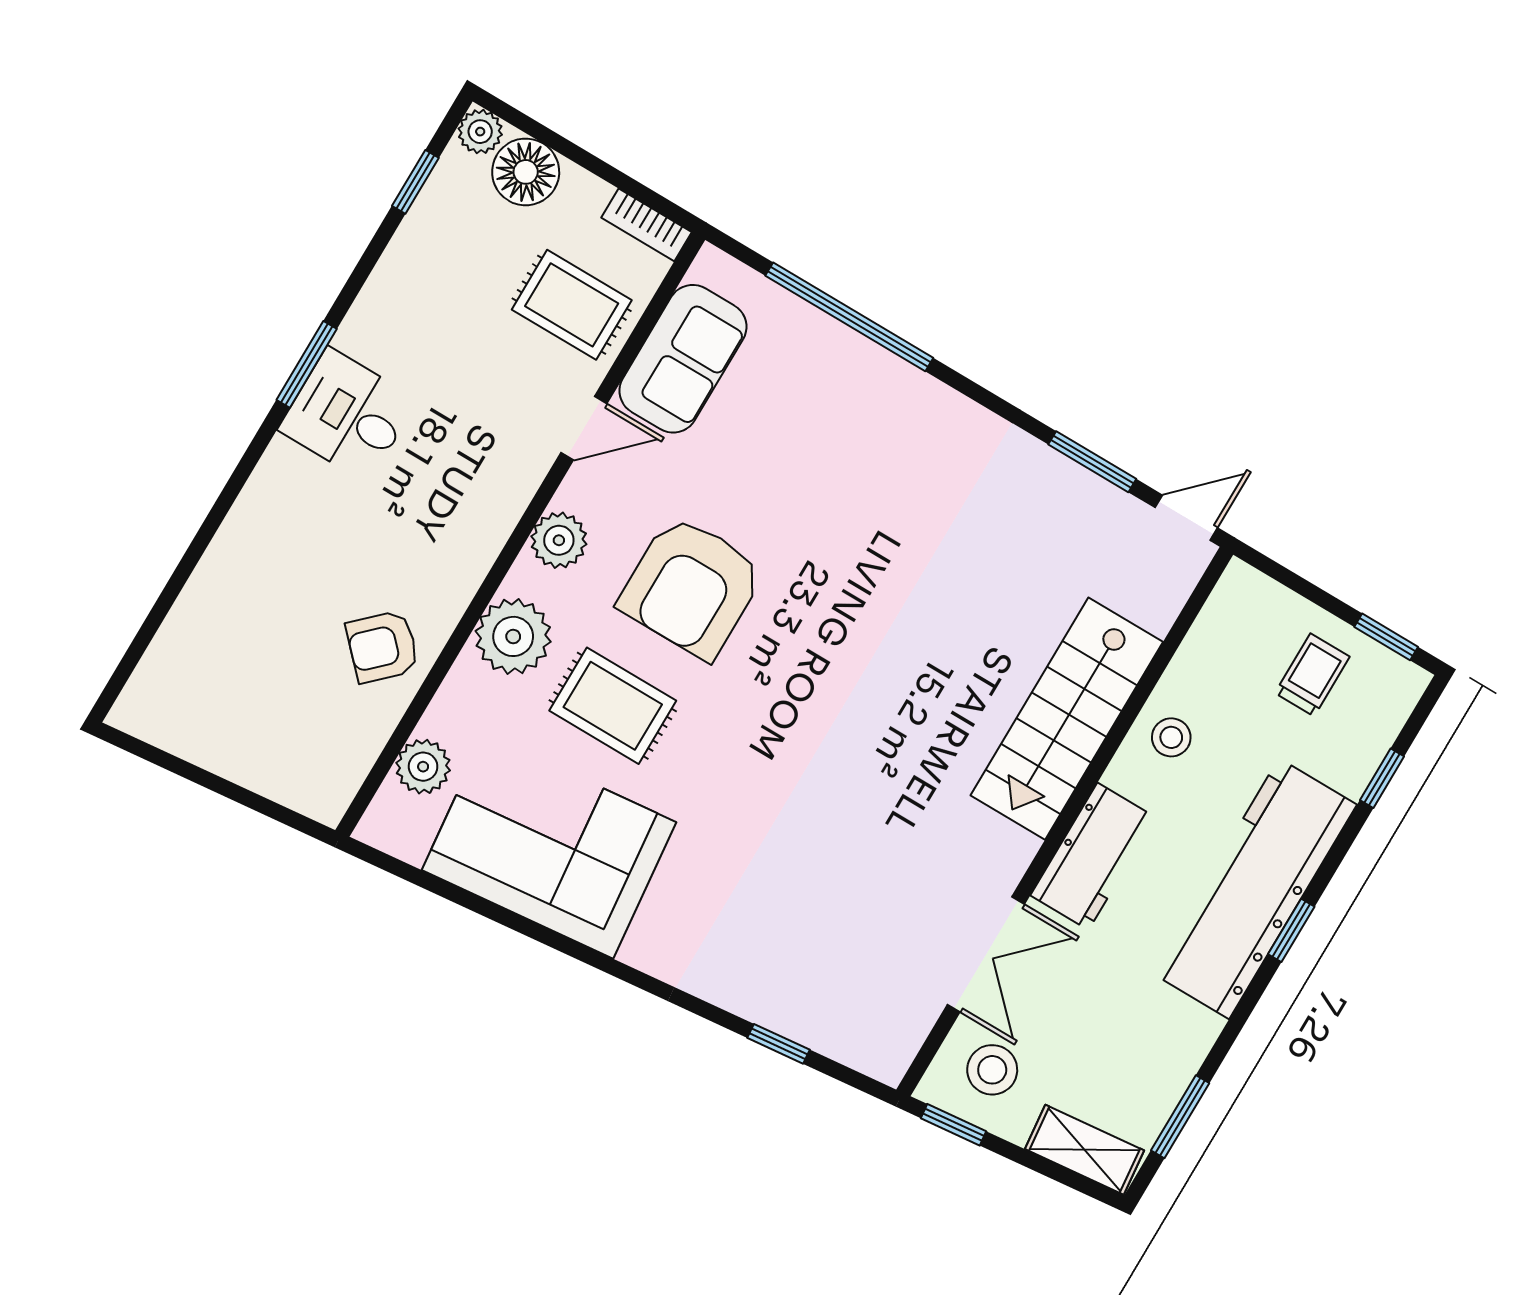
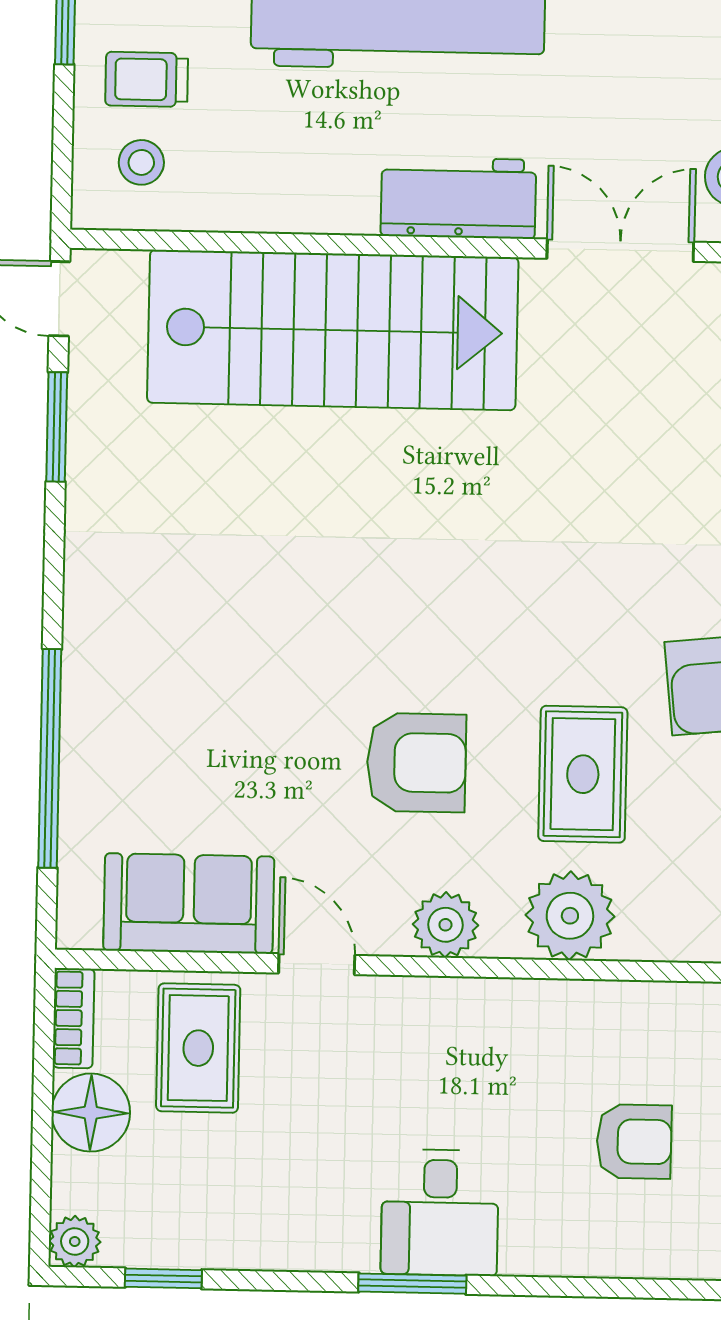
floor lamp: (526, 172) -> (91, 1113), moved
armchair: (692, 587) -> (416, 763), width x0.73, depth x0.73
armchair: (383, 647) -> (634, 1142), moved, turned -46
stairs: (1067, 719) -> (333, 330), width x1.36, depth x1.51
stool: (1171, 737) -> (141, 162), moved

